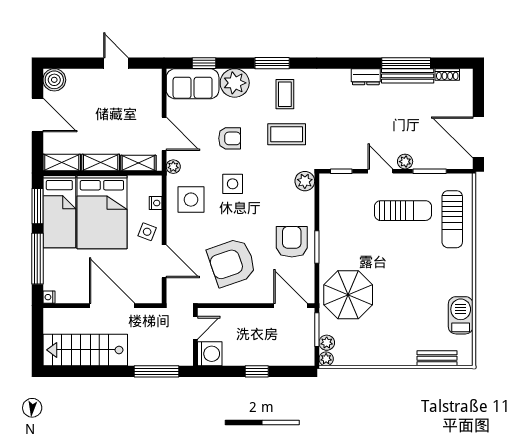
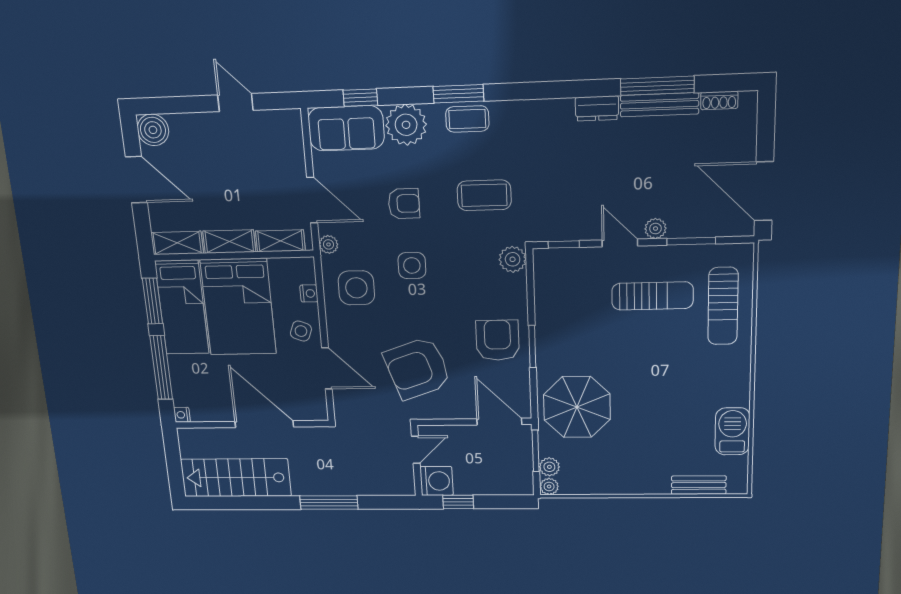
coffee table: (285, 94) -> (467, 119), moved, turned 90
door: (195, 328) -> (416, 450), moved
wall: (195, 337) -> (416, 461), moved
washing machine: (210, 354) -> (437, 481), moved

